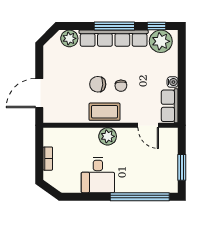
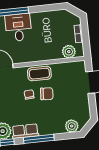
row of seats: (114, 38) -> (25, 131), width x0.50
plant: (108, 136) -> (69, 52), moved
desk: (98, 175) -> (18, 27), moved

